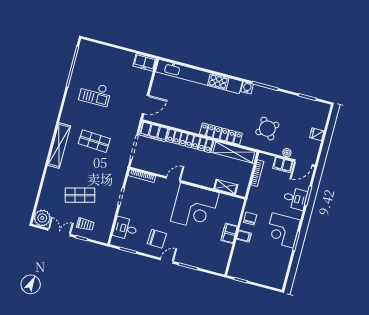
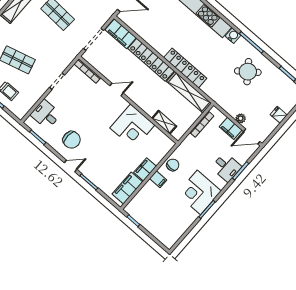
round table: (267, 129) -> (248, 72), moved
corner desk: (195, 207) -> (132, 126), width x0.74, depth x0.74
filing cabinet: (222, 256) -> (127, 188), added

